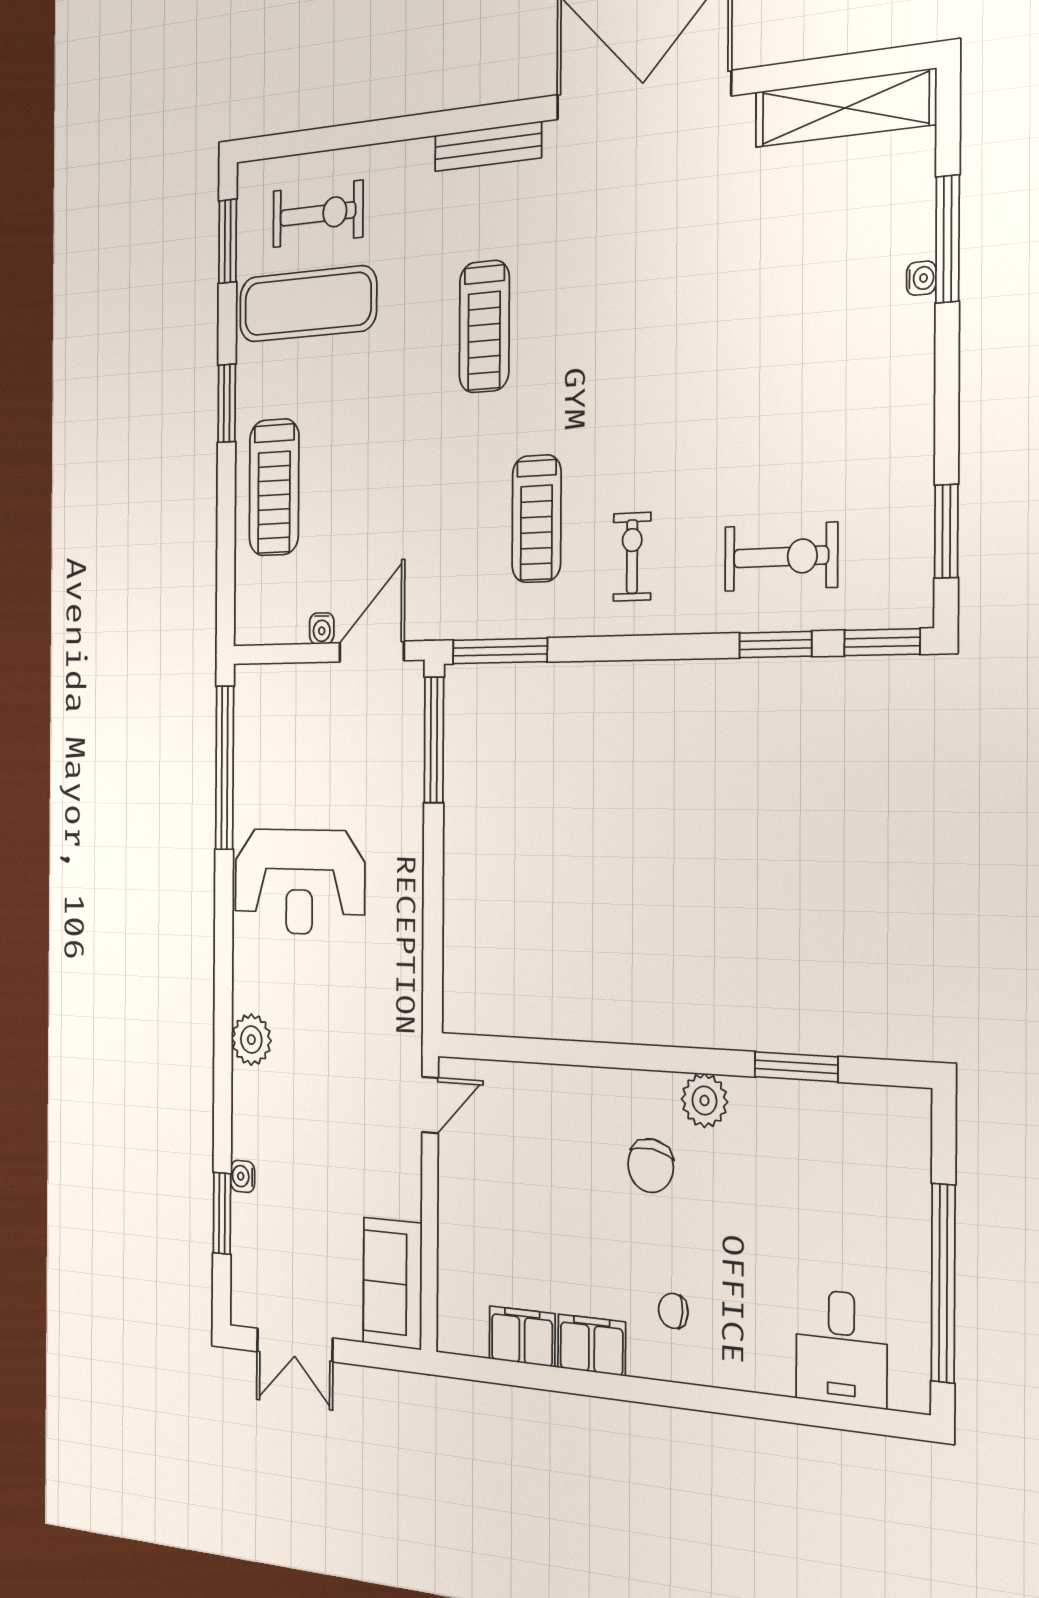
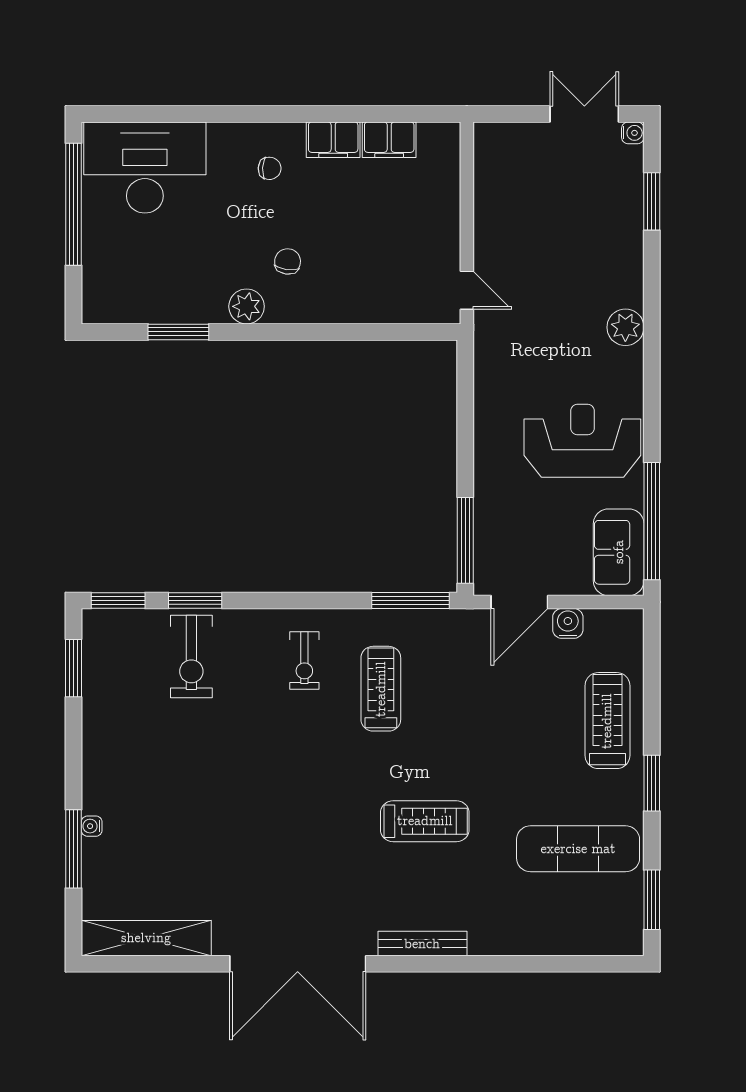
exercise bike: (318, 214) -> (569, 912), removed
treadmill: (484, 327) -> (425, 821), turned 90
exercise bike: (781, 557) -> (191, 656), turned -90
water cooler: (322, 628) -> (568, 623), width x1.38, depth x1.38
door: (430, 1105) -> (467, 290), swing flipped
chair: (651, 1166) -> (288, 261), width x0.73, depth x0.73
water cooler: (243, 1176) -> (633, 133), moved
sofa: (392, 1283) -> (619, 552), moved, turned 180
desk: (841, 1348) -> (145, 168), width x1.87, depth x1.30

